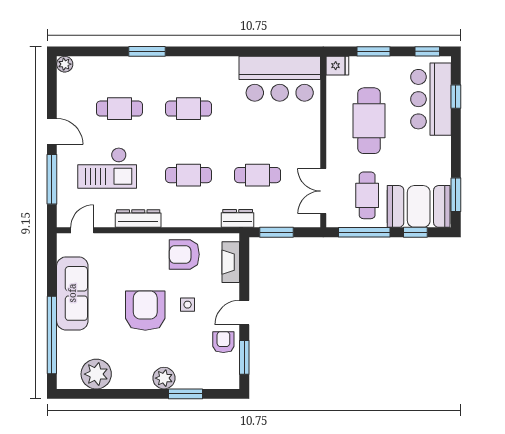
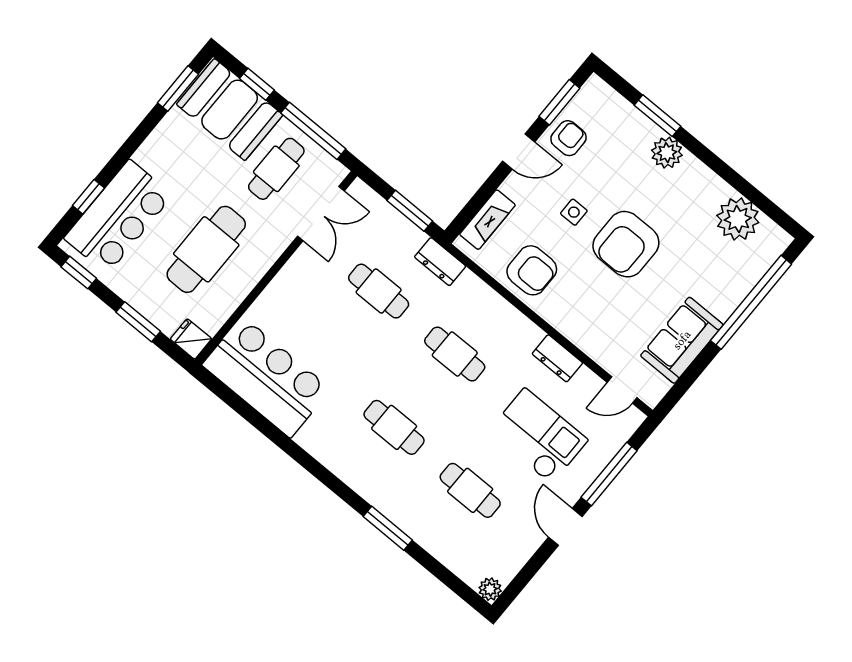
dresser: (138, 219) -> (557, 358), width x0.70
sofa: (72, 293) -> (682, 340), width x0.73
armchair: (223, 342) -> (569, 138), turned 180

